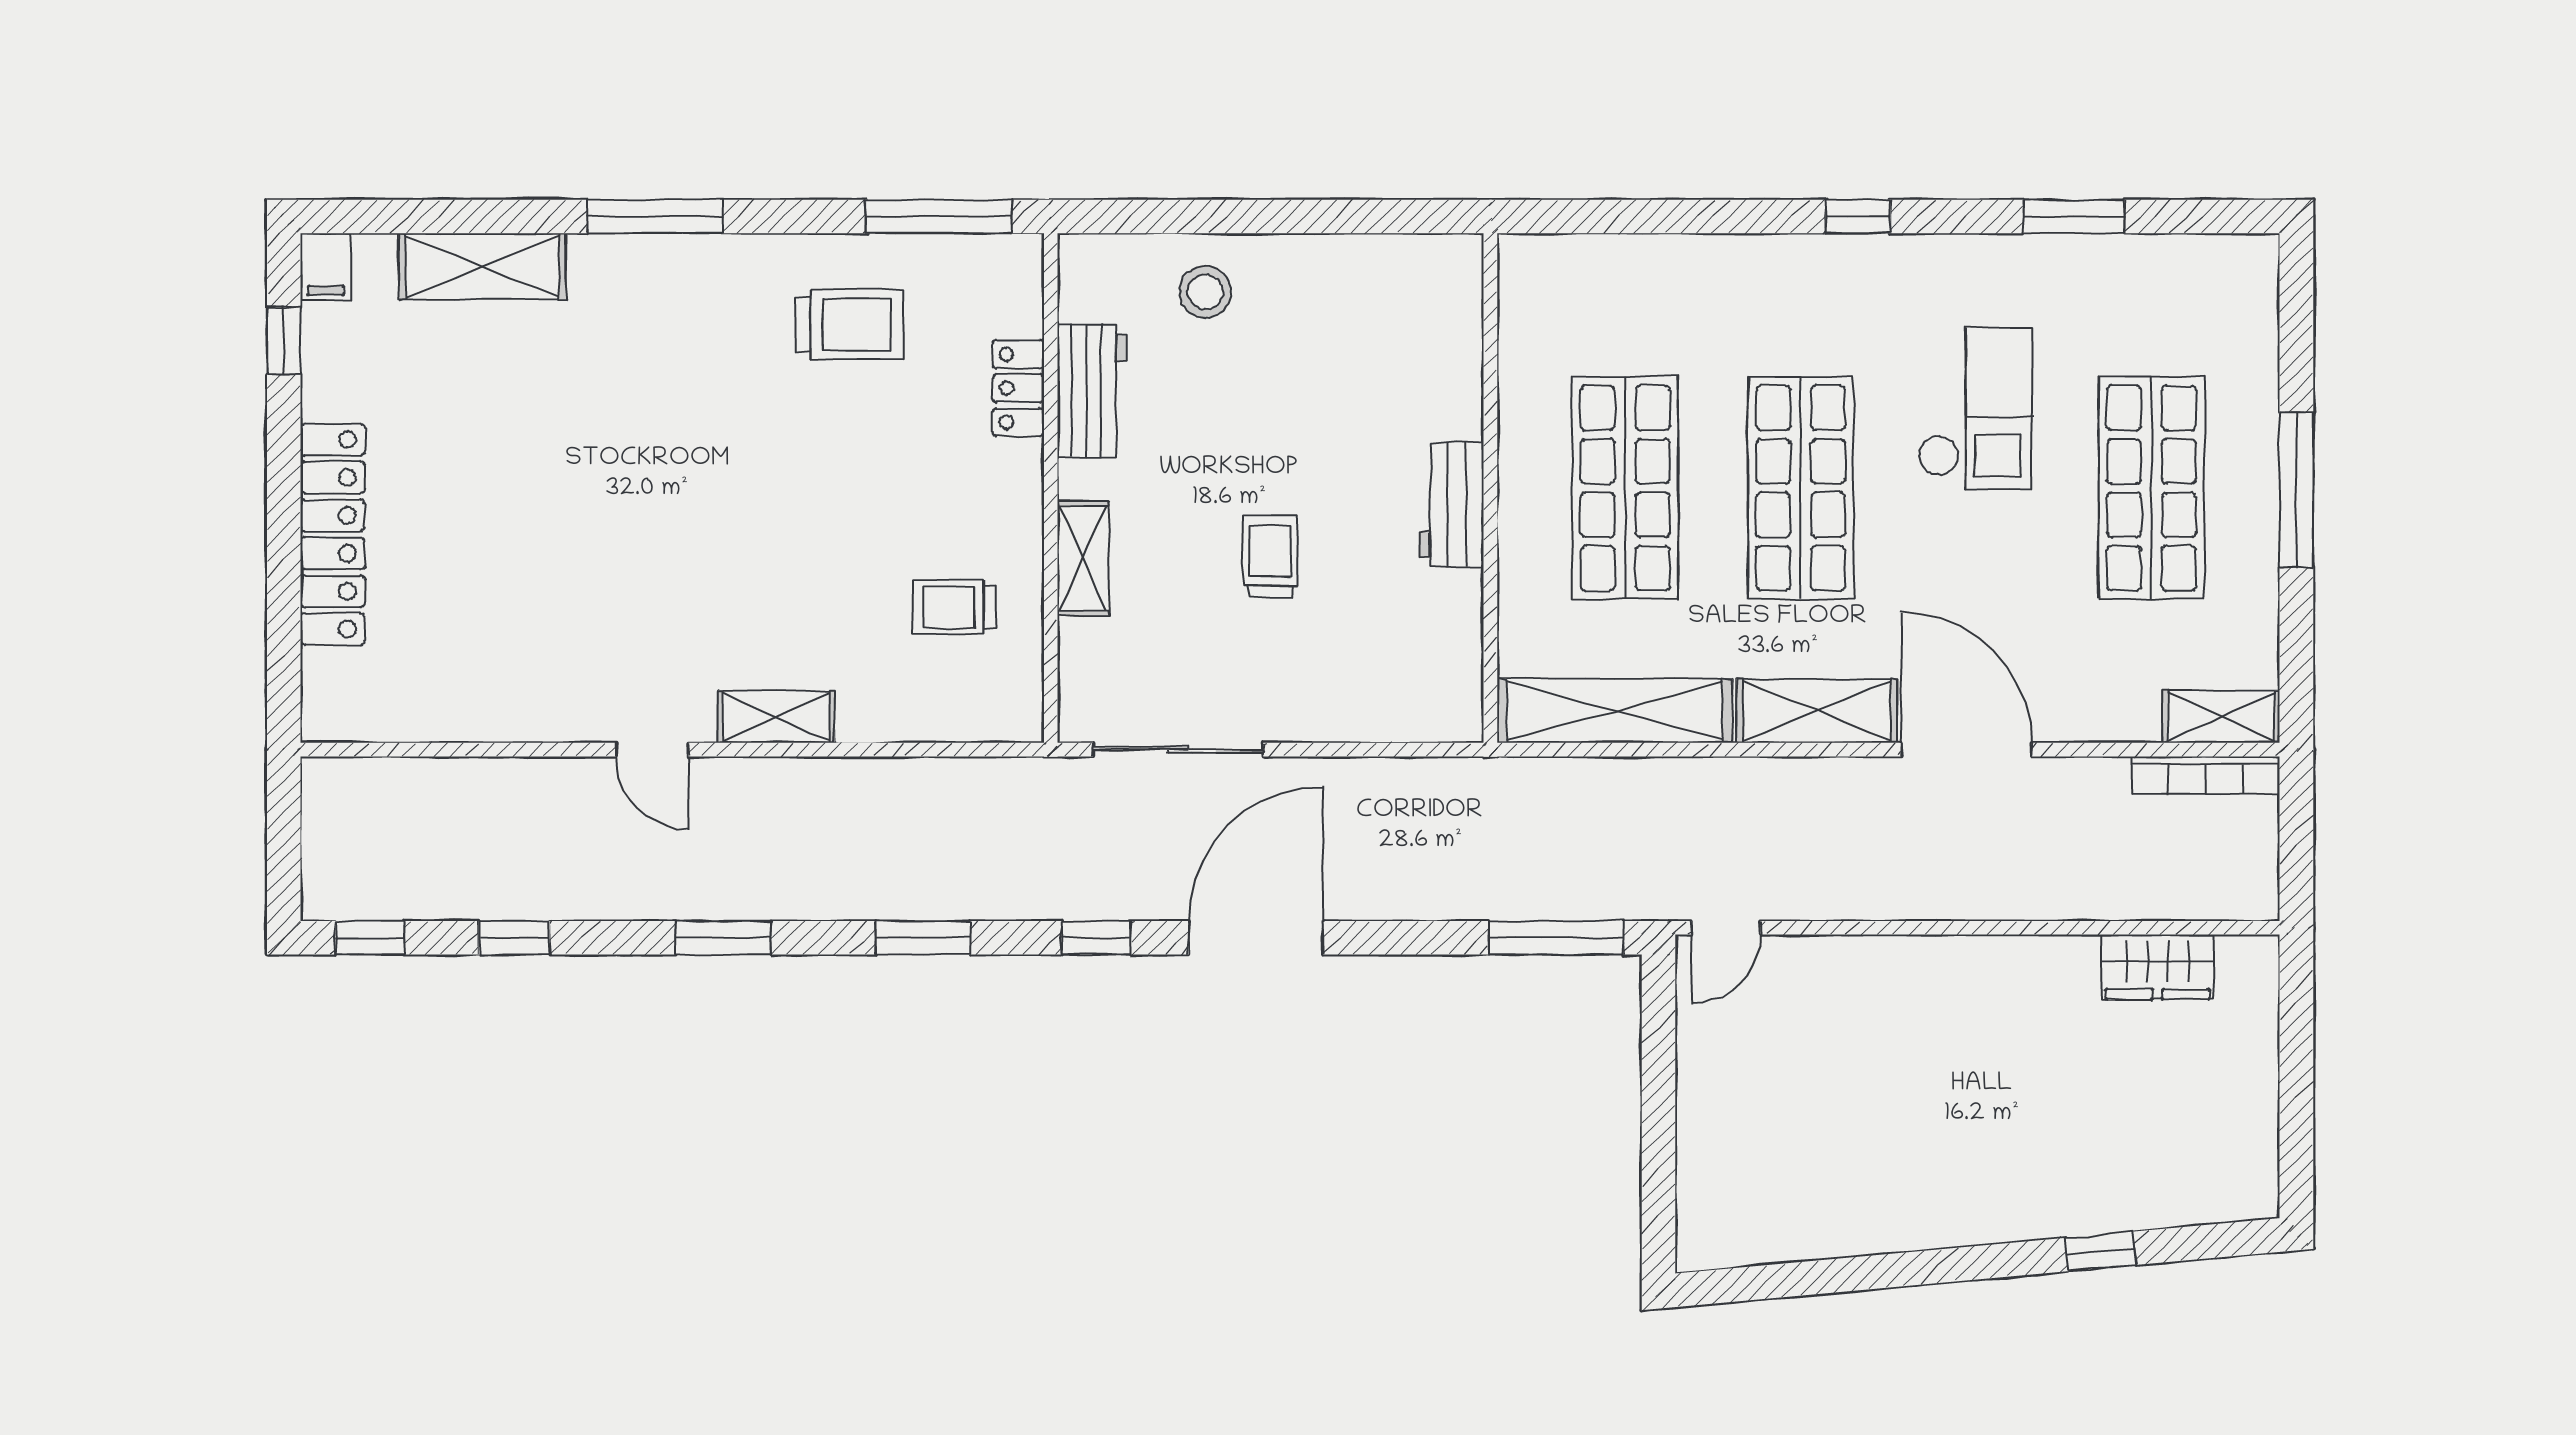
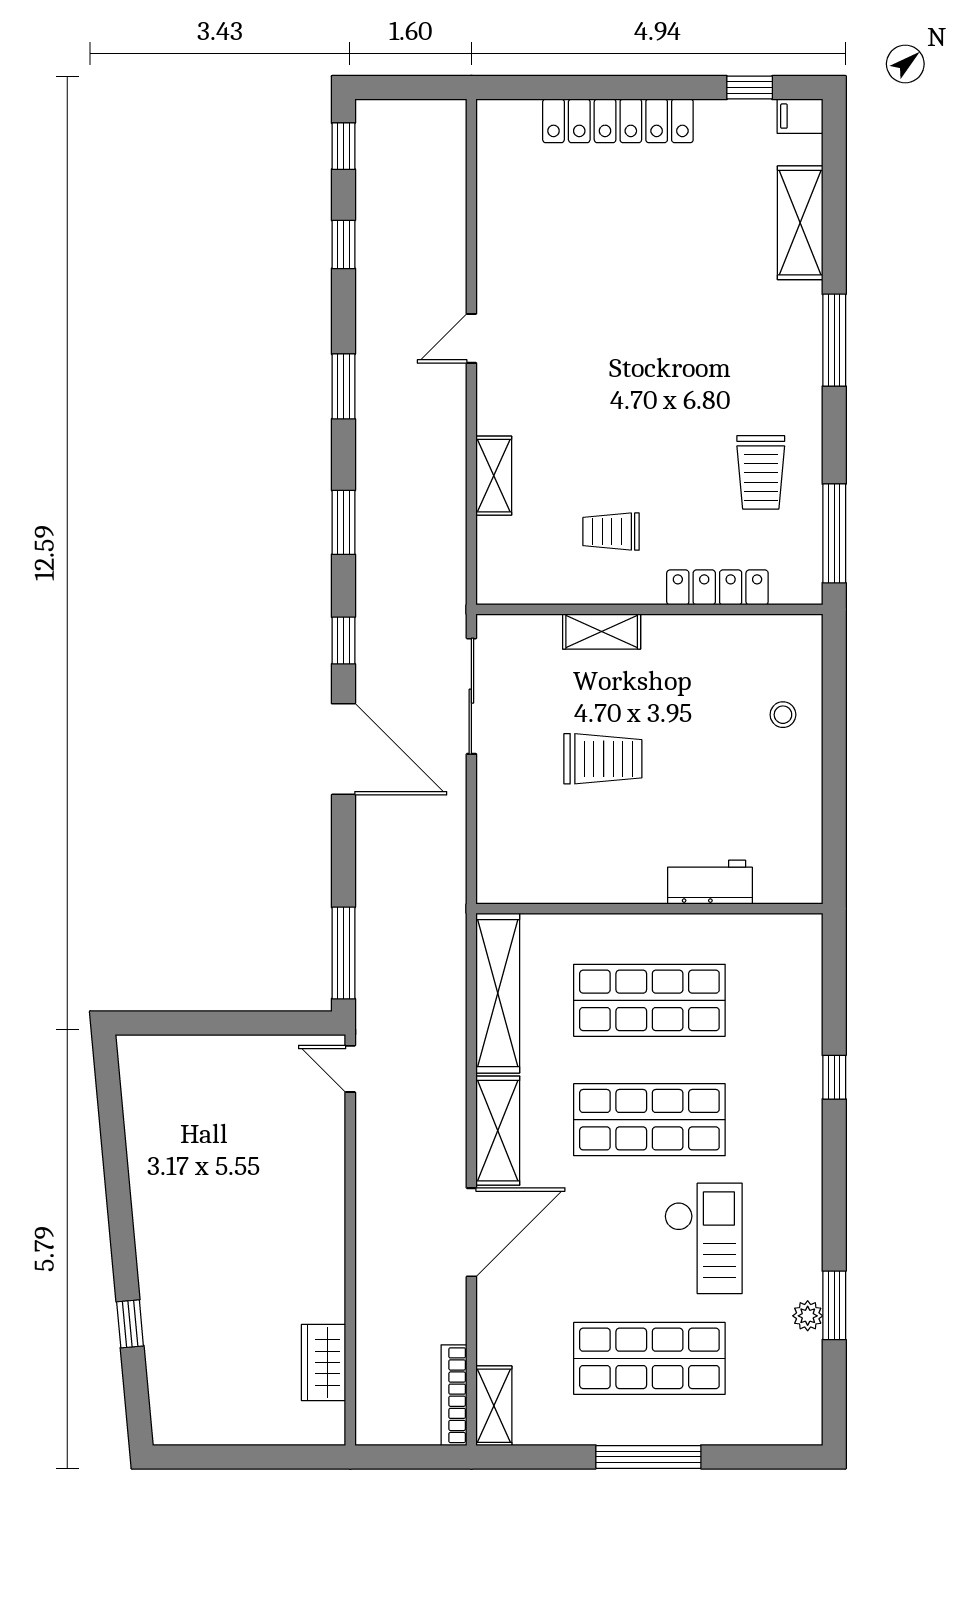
window: (1858, 216) -> (834, 1077), moved
plant: (2089, 255) -> (808, 1316), added
stool: (1205, 292) -> (783, 715), width x0.73, depth x0.73
locker: (1018, 388) -> (717, 587), width x1.53
workbench: (1092, 391) -> (716, 638), removed
checkout: (1975, 409) -> (703, 1238), turned -90
workbench: (1452, 505) -> (710, 882), moved
trolley: (1270, 557) -> (603, 759), width x1.36, depth x1.39
trolley: (954, 607) -> (611, 532), moved, turned -90
shelving: (776, 717) -> (494, 476), moved

